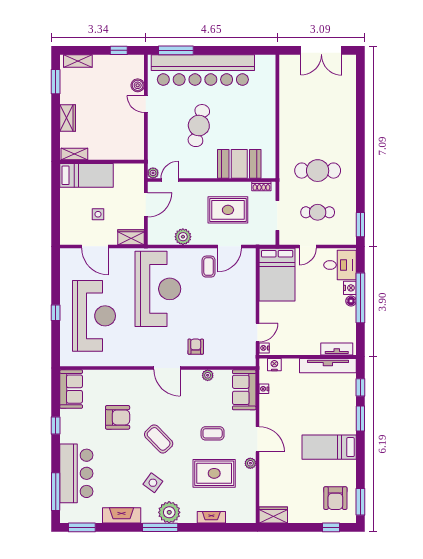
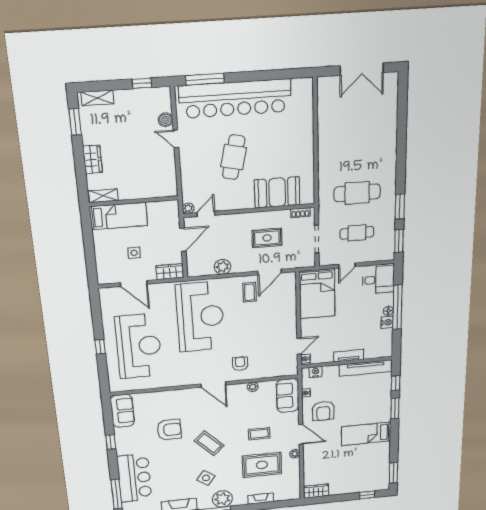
window: (360, 188) -> (400, 207), added
rug: (228, 210) -> (267, 238), width x0.73, depth x0.70
nightstand: (350, 288) -> (387, 322), moved
tv unit: (337, 349) -> (349, 356), moved
armchair: (335, 498) -> (323, 411), moved

